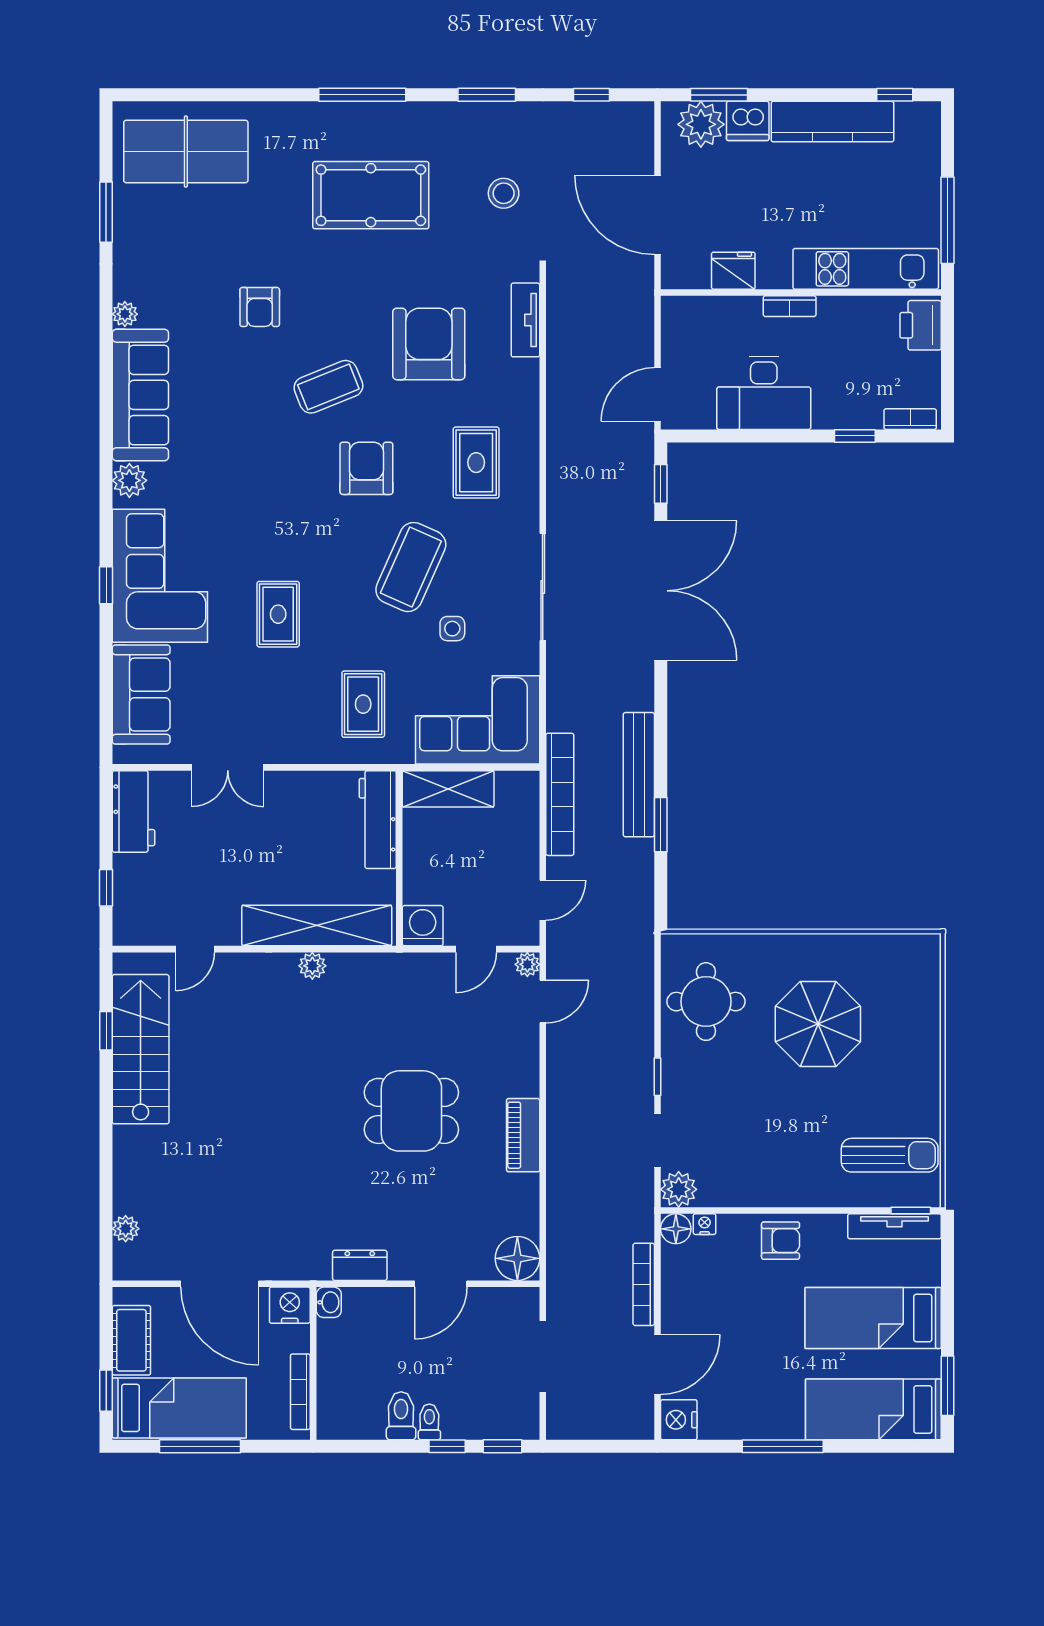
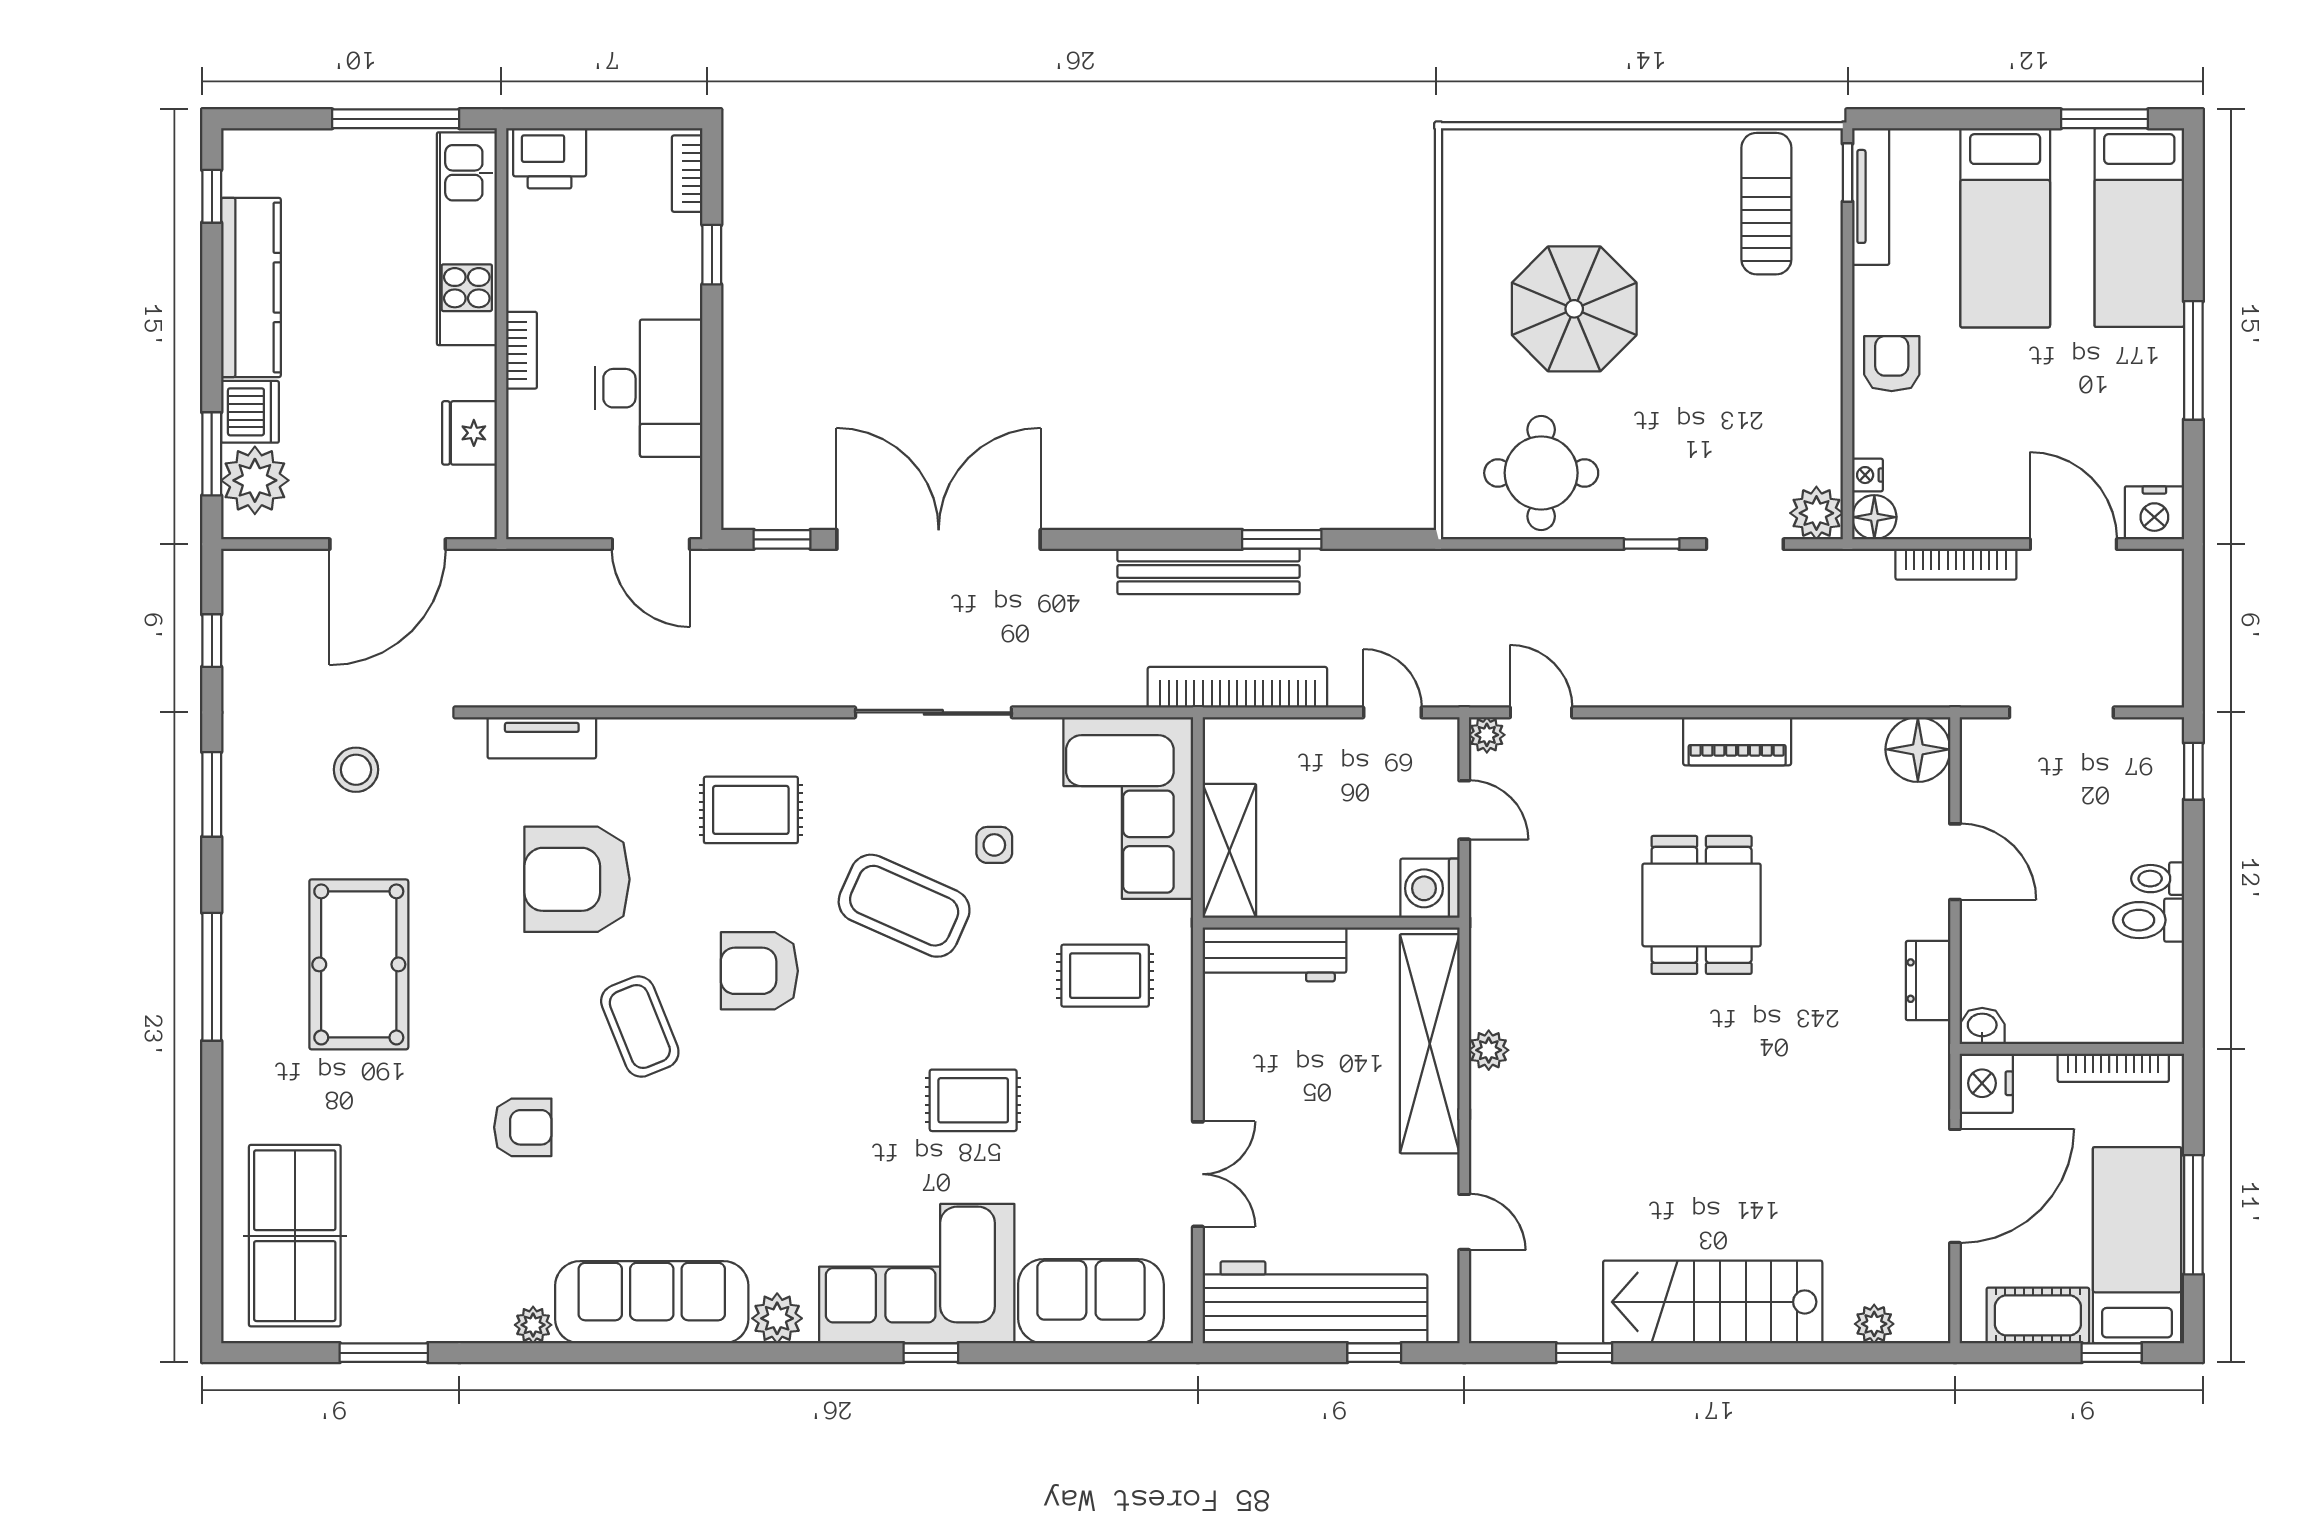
workbench: (134, 811) -> (1315, 1302), width x1.88, depth x1.32
stairs: (141, 1049) -> (1713, 1302), moved
window: (447, 1446) -> (2193, 852), removed

